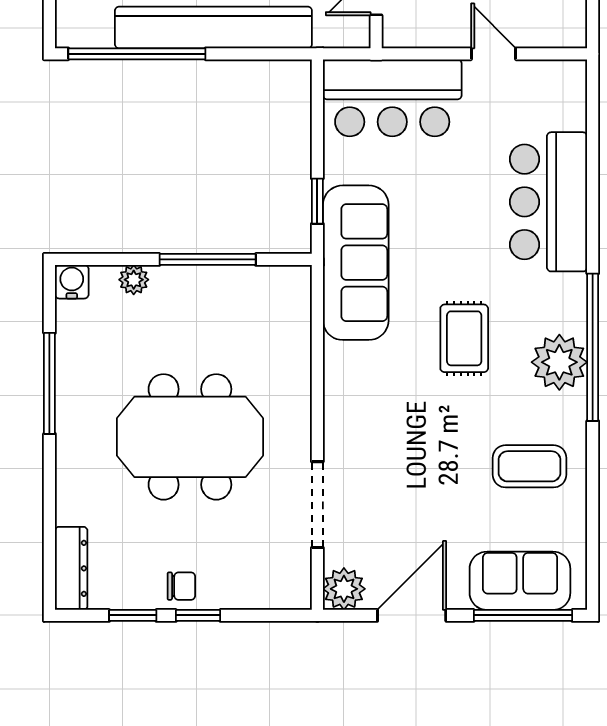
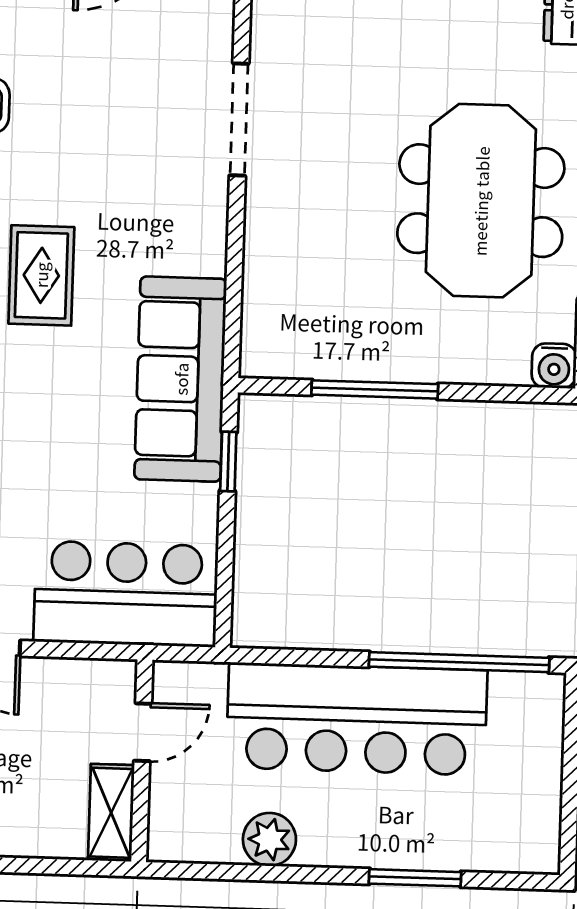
plant: (134, 280) -> (473, 366), removed
meeting table: (190, 437) -> (481, 201), moved, turned 90
doorway: (317, 505) -> (239, 119), moved

